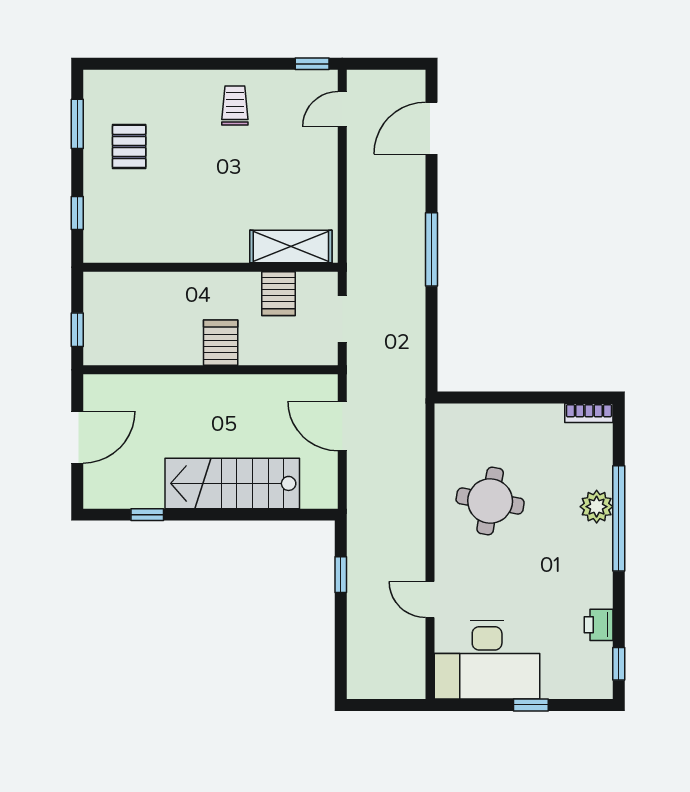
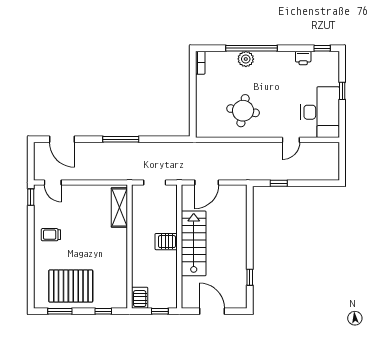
pallet: (129, 146) -> (71, 286), width x2.05, depth x2.00
server rack: (279, 294) -> (140, 298), moved, turned -90
stairs: (232, 483) -> (194, 243), moved, turned 180

